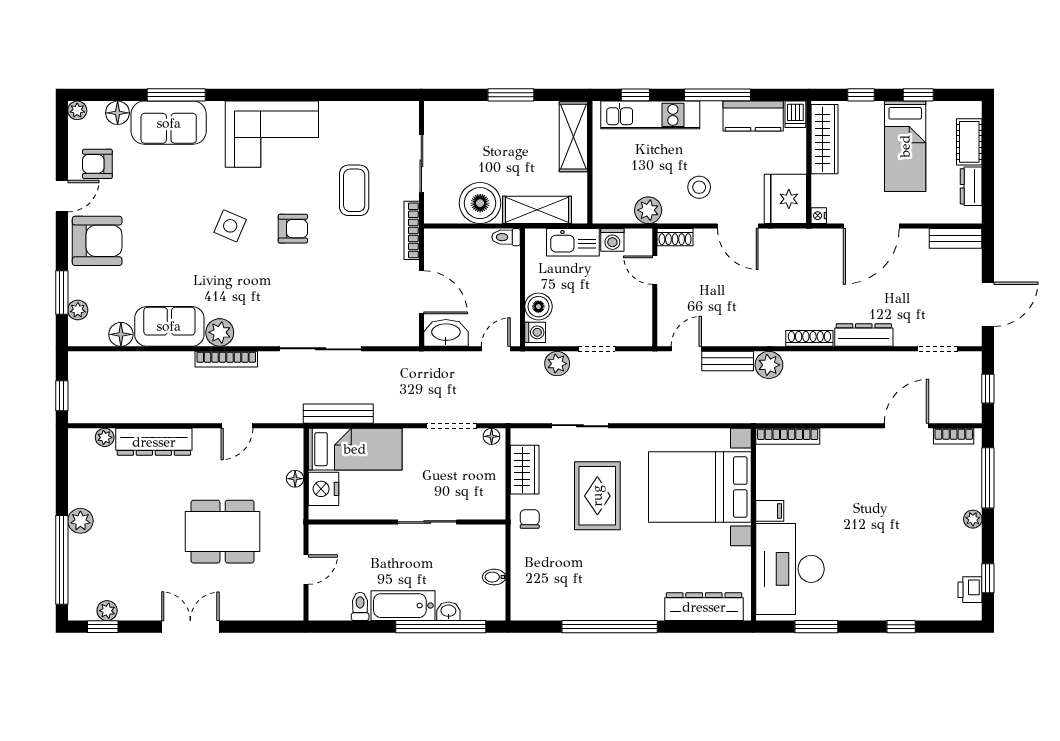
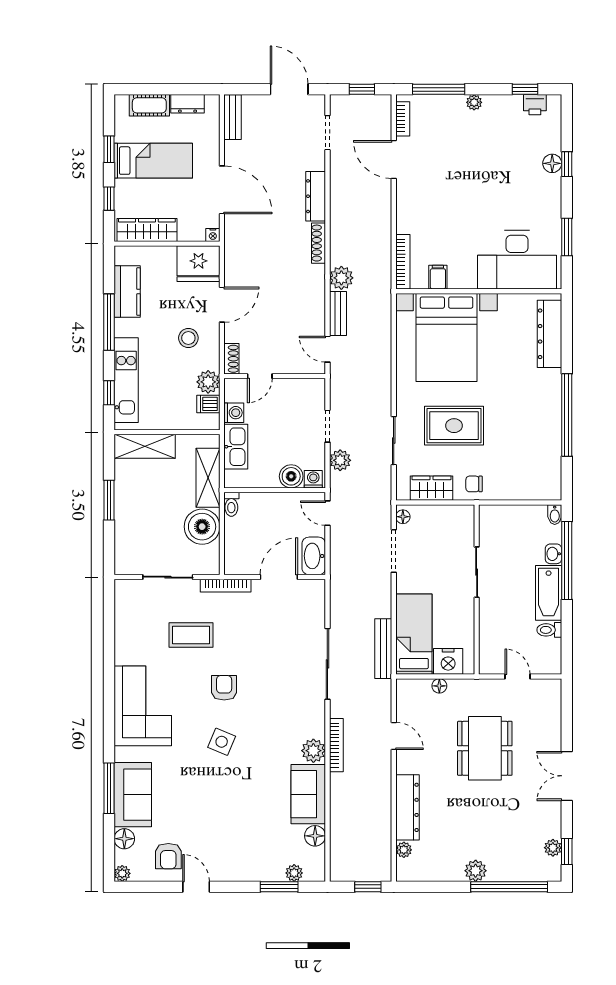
dishwasher: (795, 114) -> (208, 404), moved, turned 180
armchair: (97, 241) -> (235, 856), removed
filing cabinet: (770, 511) -> (438, 277), moved
bidet: (494, 577) -> (555, 515), moved
floor lamp: (902, 610) -> (552, 163), added

